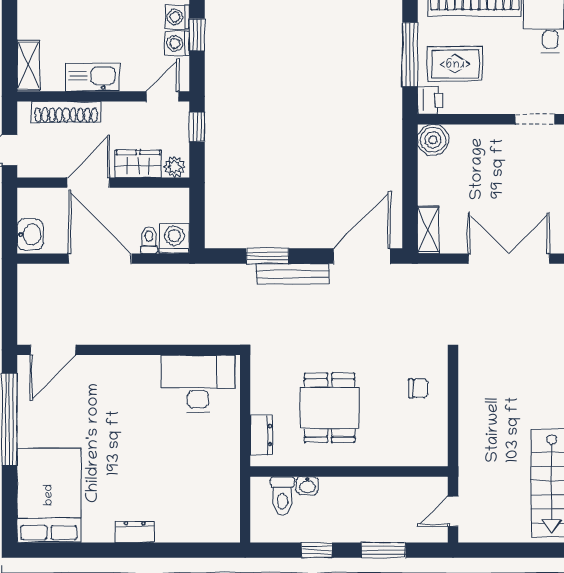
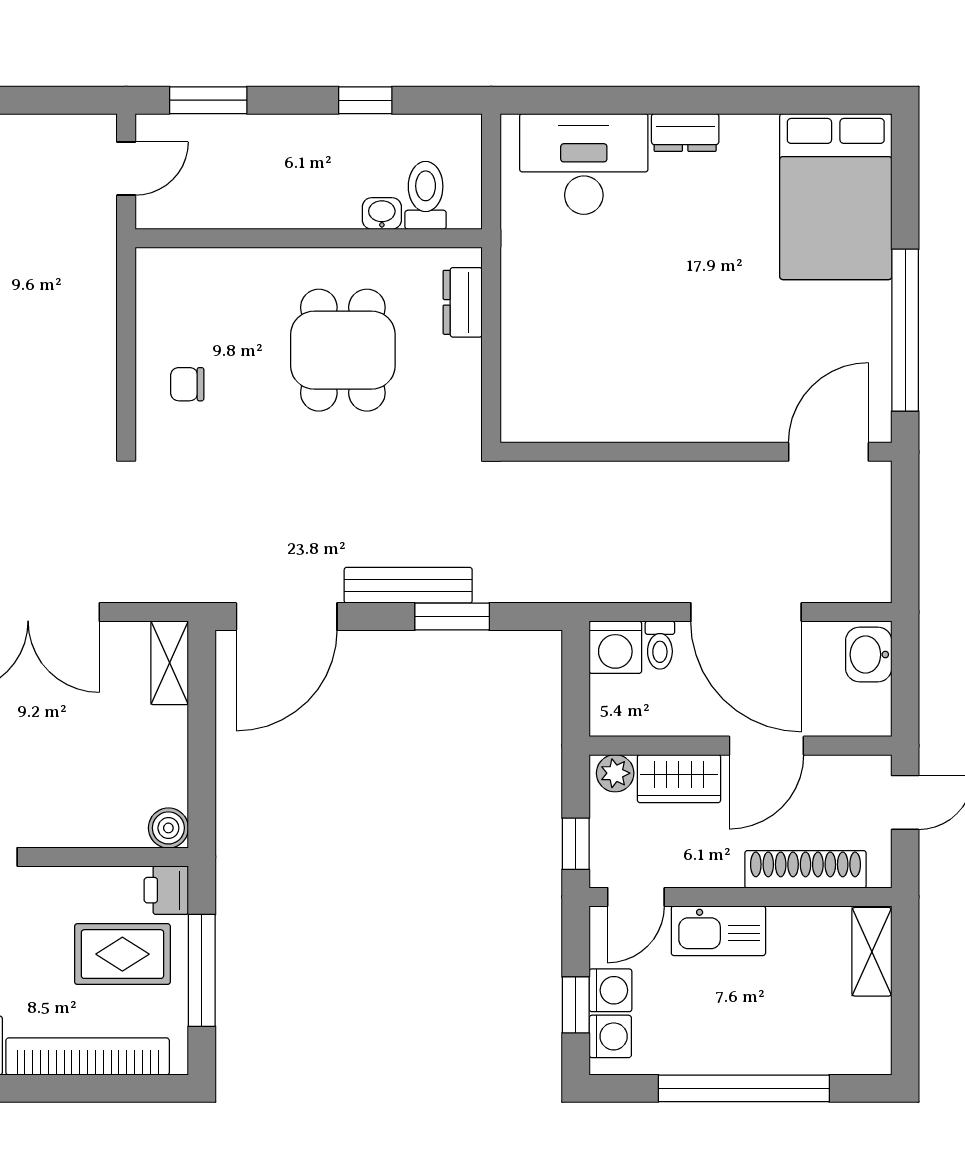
kitchen sink: (92, 77) -> (718, 931), moved
boiler: (433, 140) -> (168, 828), width x0.73, depth x0.73
desk: (198, 384) -> (584, 164), moved, turned 180
window: (384, 550) -> (208, 100), moved

